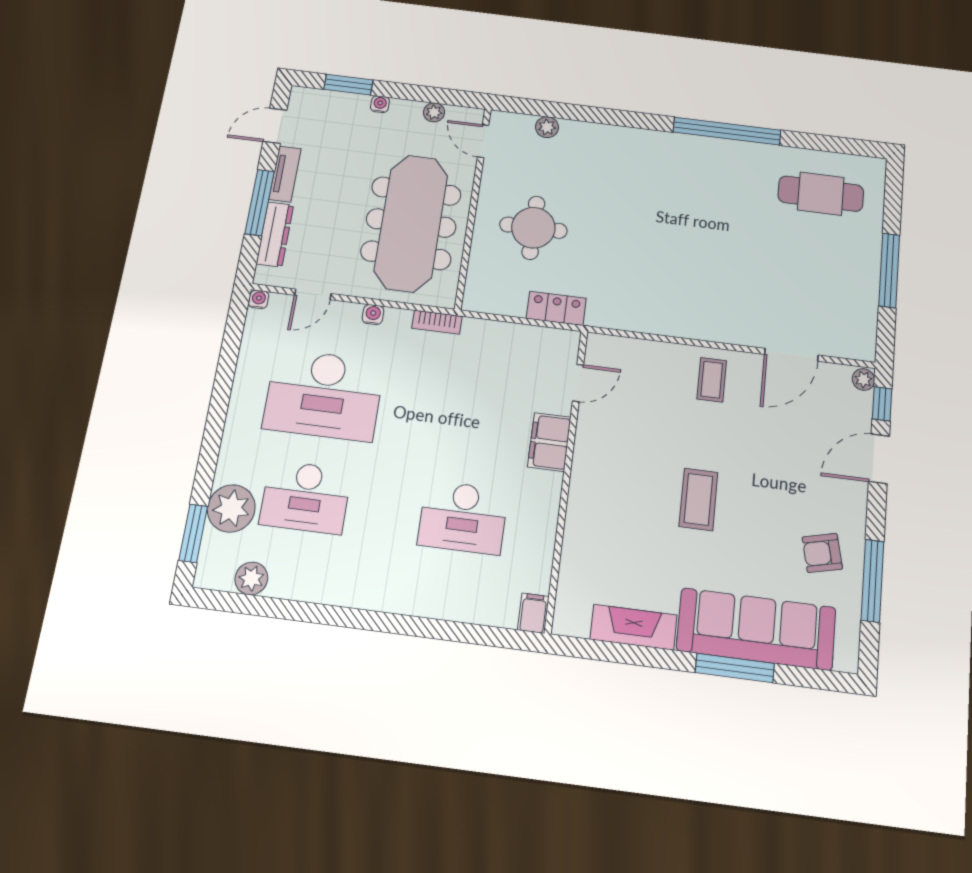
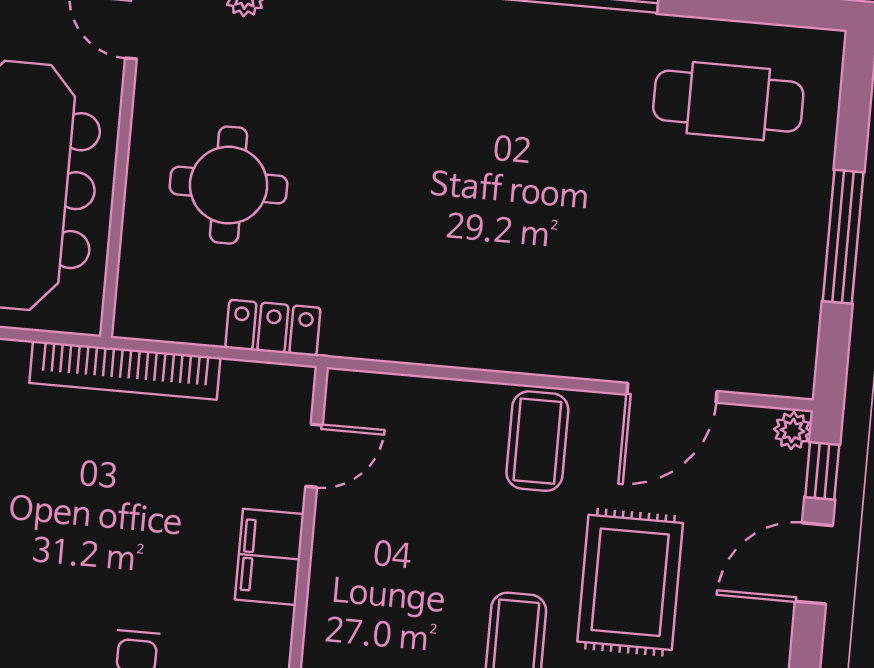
bookcase: (437, 322) -> (125, 370), width x2.31, depth x1.31
coffee table: (712, 380) -> (537, 441), width x1.36, depth x1.30
rug: (768, 466) -> (630, 582), added

